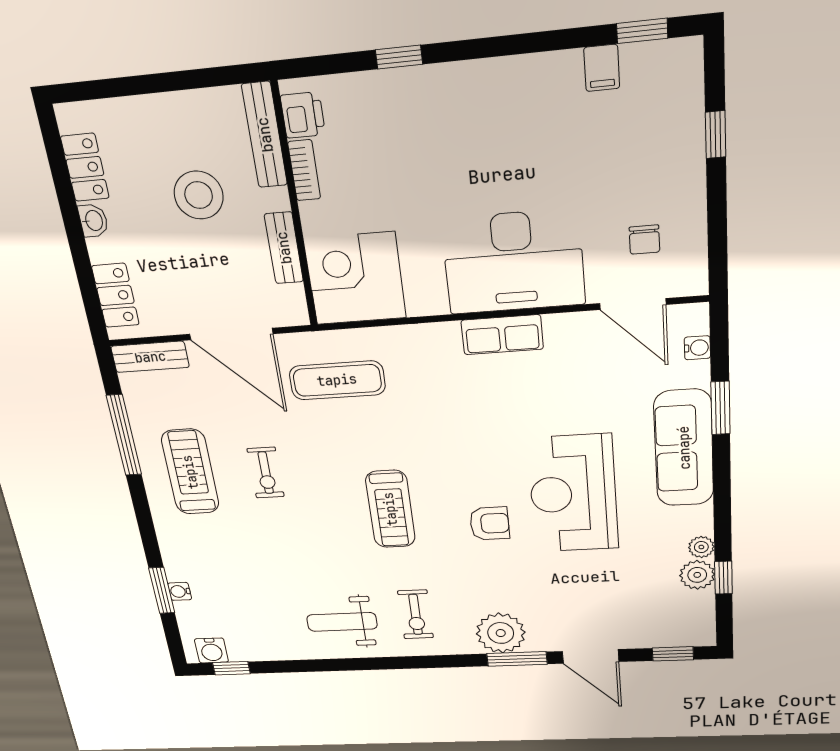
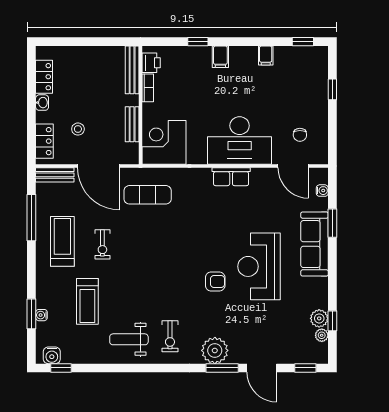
filing cabinet: (602, 68) -> (266, 55), moved
filing cabinet: (454, 86) -> (220, 57), added
stool: (199, 195) -> (78, 129), moved, width x0.53, depth x0.53
treadmill: (390, 509) -> (87, 301), moved
plant: (701, 547) -> (322, 335), moved

